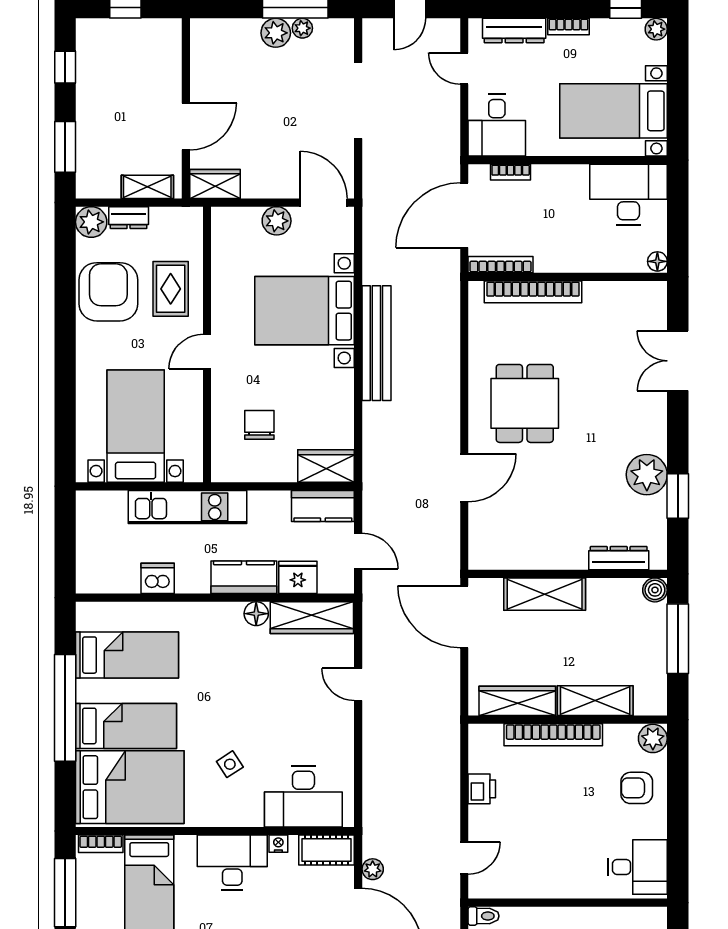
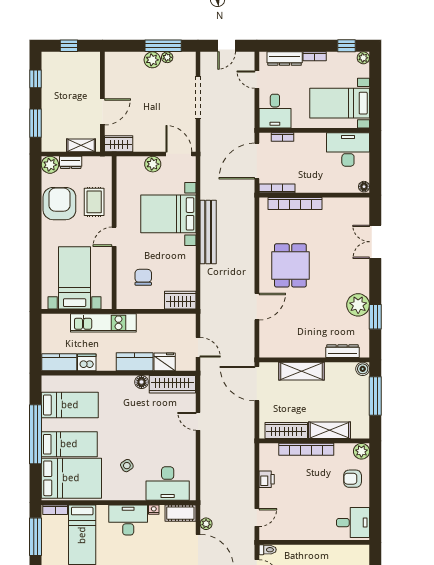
kitchen counter: (323, 506) -> (59, 362), moved, turned 180

